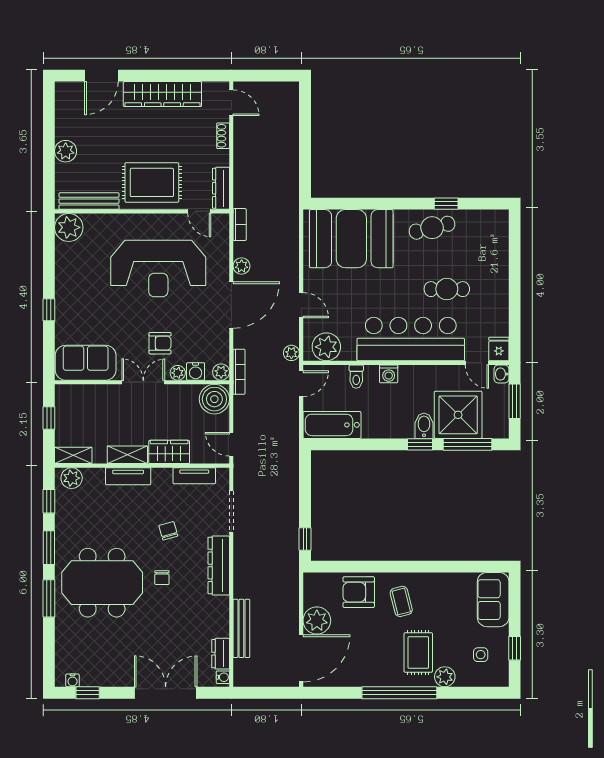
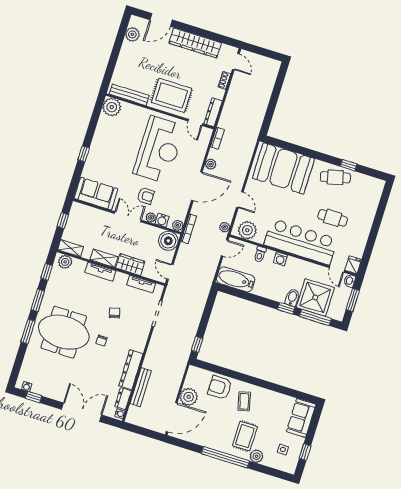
plant: (66, 151) -> (132, 34), moved
reception desk: (158, 268) -> (159, 150), turned -90
dresser: (219, 565) -> (131, 370), moved

